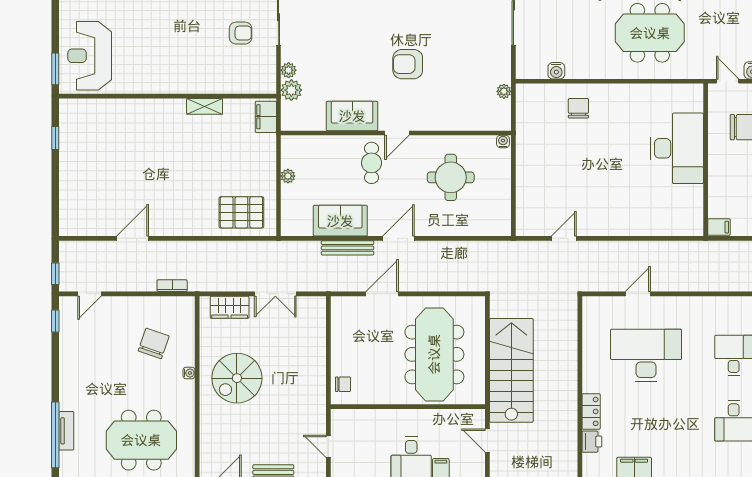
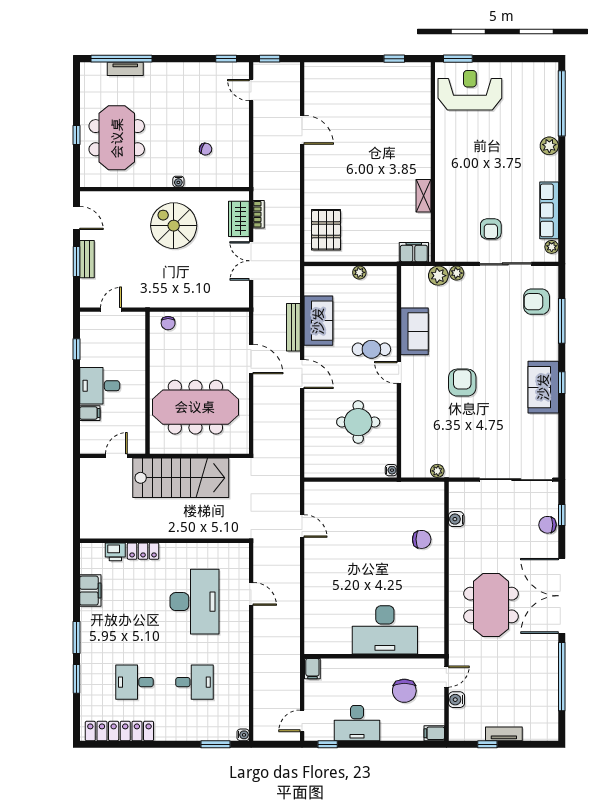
bookcase: (172, 286) -> (259, 214), moved
chair: (154, 343) -> (206, 149), width x0.54, depth x0.54

